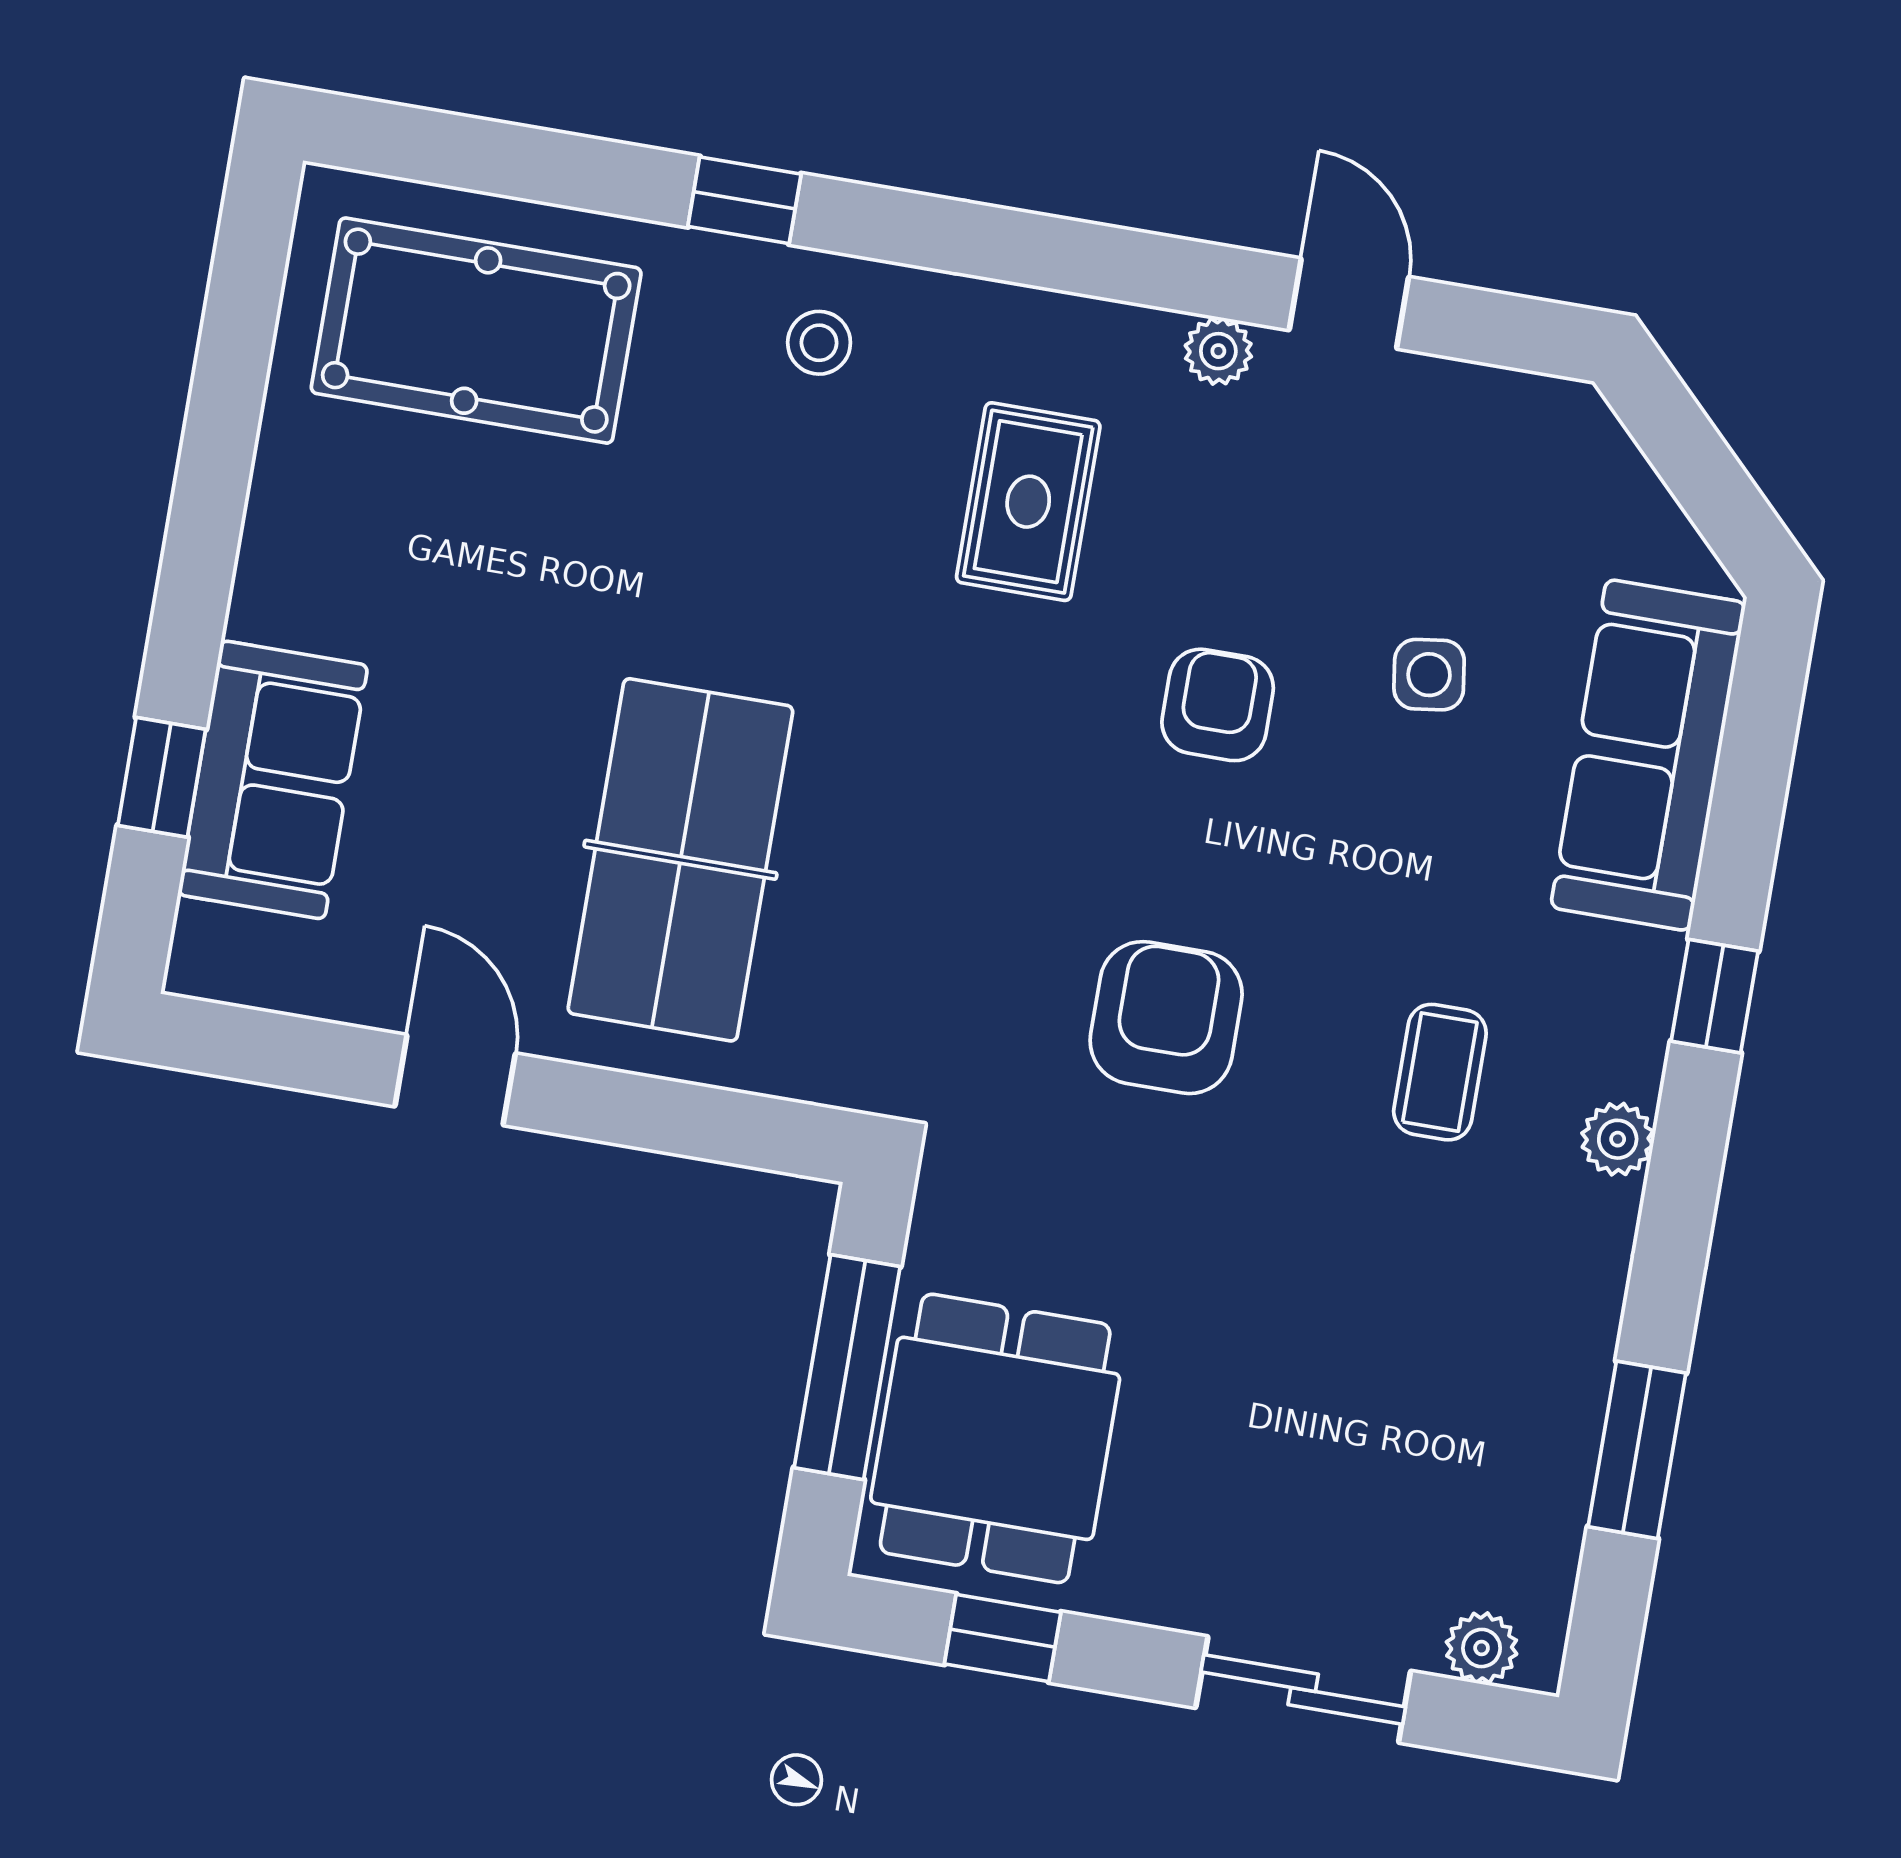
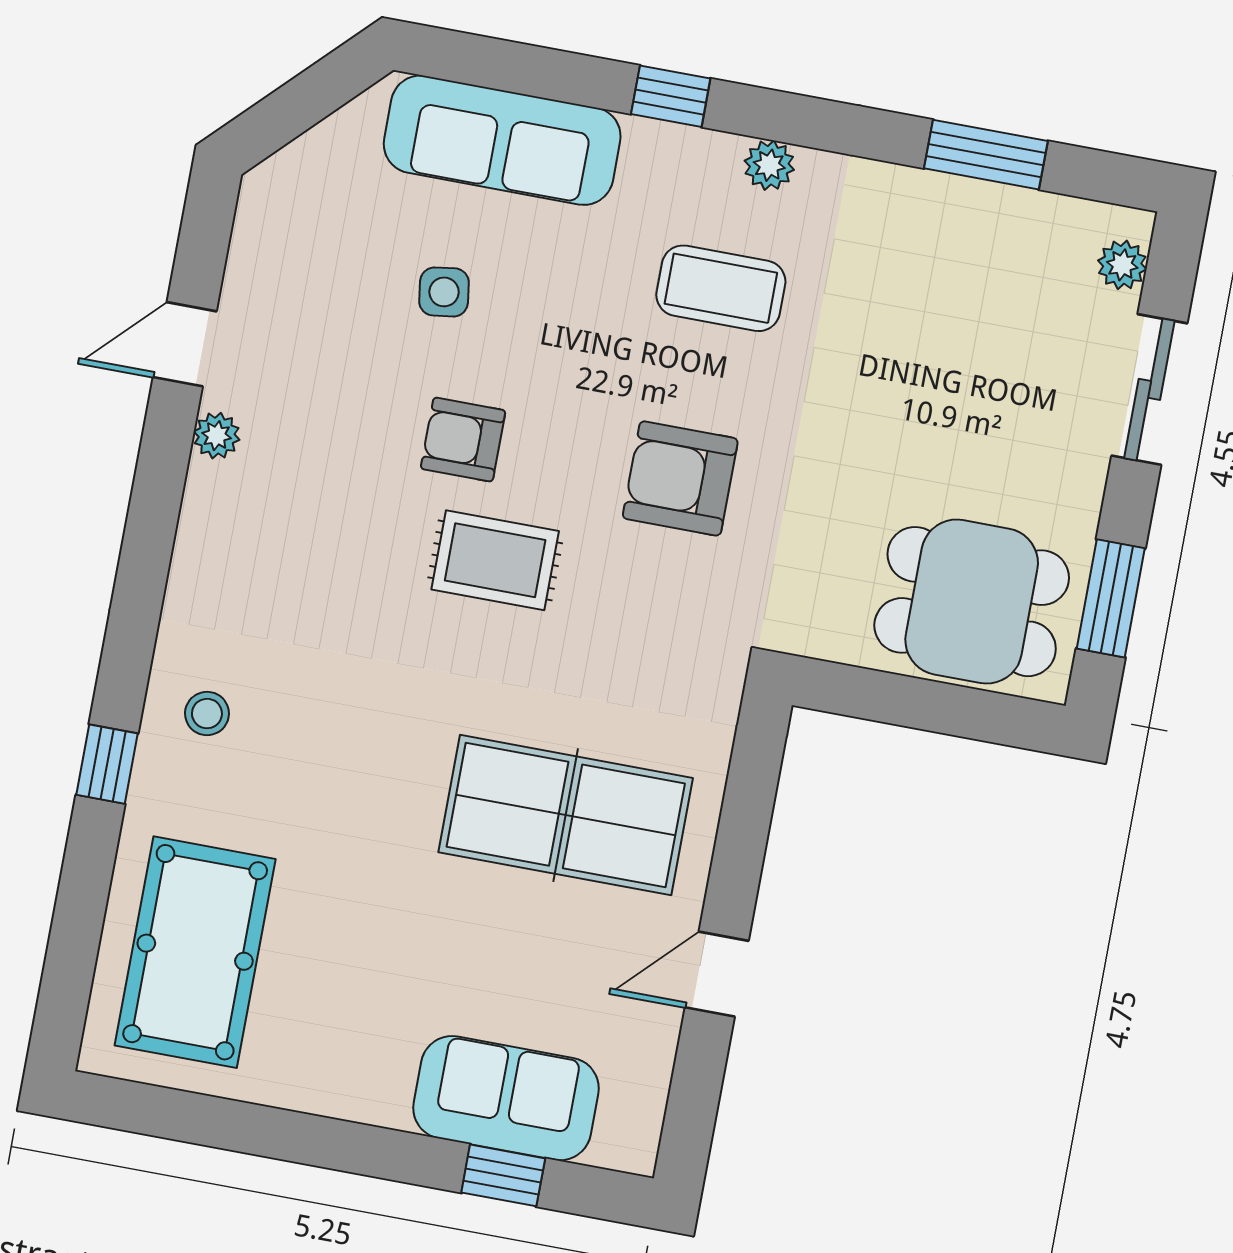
rug: (1028, 502) -> (495, 560), moved
coffee table: (1440, 1072) -> (721, 288), width x1.36, depth x1.30
window: (847, 1367) -> (921, 704), removed
window: (1003, 1638) -> (1111, 598), width x1.50

